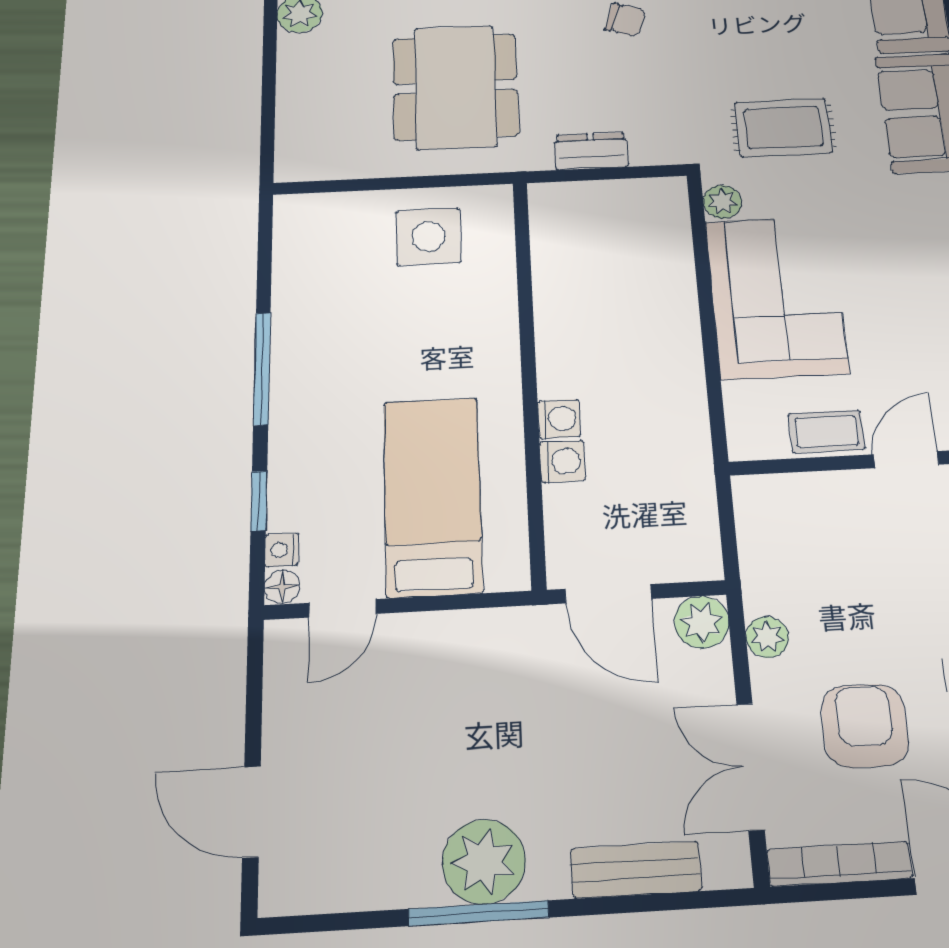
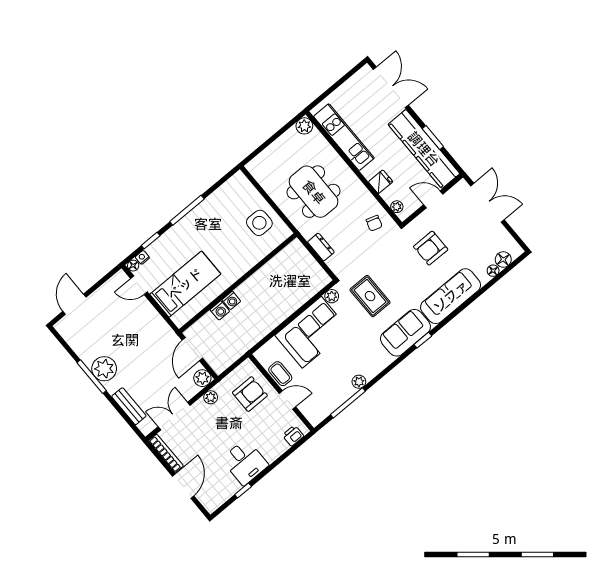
dining table: (455, 87) -> (314, 192), turned 90
armchair: (865, 726) -> (250, 394), moved

